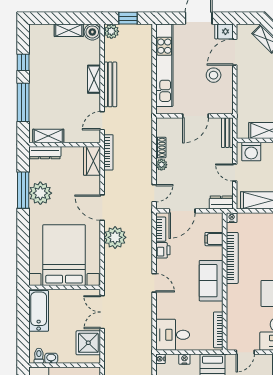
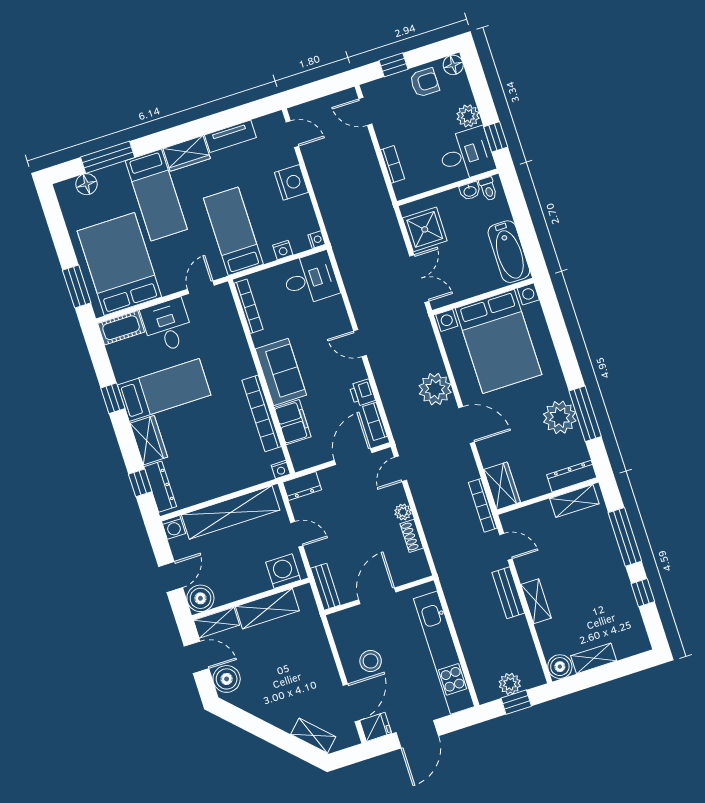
plant: (111, 31) -> (510, 684), moved
bench: (110, 84) -> (508, 593), width x0.73
door: (102, 121) -> (506, 547), hinge flipped
filing cabinet: (214, 239) -> (293, 422), width x2.00

